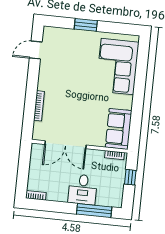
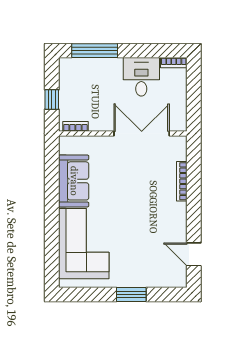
door: (36, 50) -> (194, 254), swing flipped
sofa: (119, 129) -> (74, 181), moved
desk: (83, 189) -> (141, 77), moved

